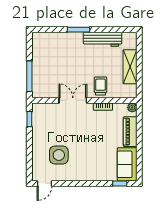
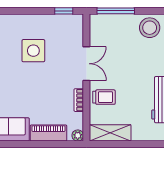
stool: (43, 48) -> (150, 28), added
shelving: (130, 67) -> (110, 133), moved
side table: (59, 155) -> (33, 51), moved

